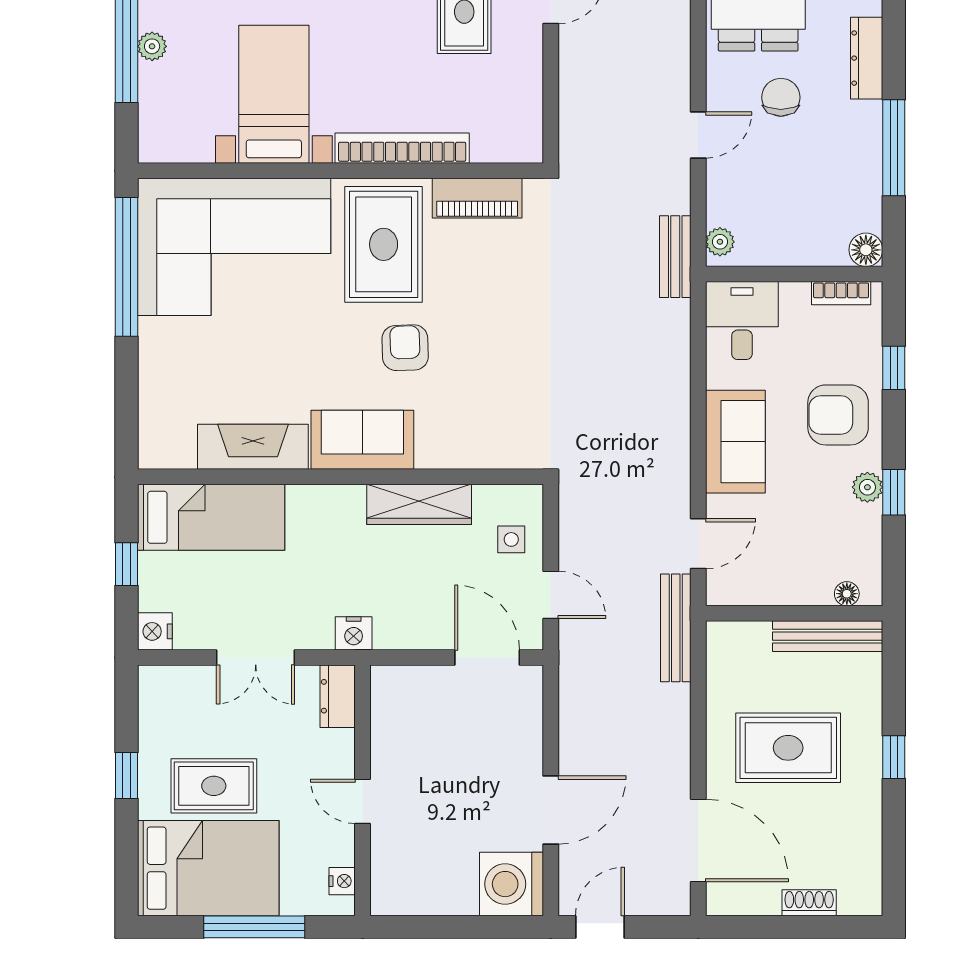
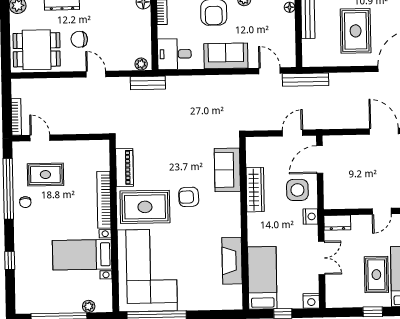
plant: (152, 46) -> (89, 306), moved
sofa: (362, 440) -> (227, 170), moved
side table: (511, 539) -> (297, 190), moved, width x1.87, depth x1.87

